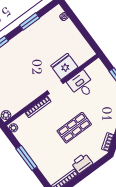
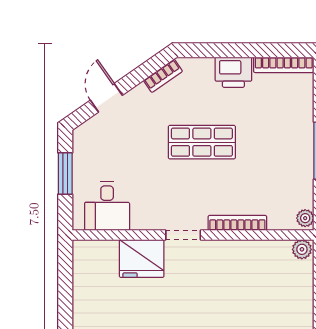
desk: (81, 85) -> (107, 206), moved

